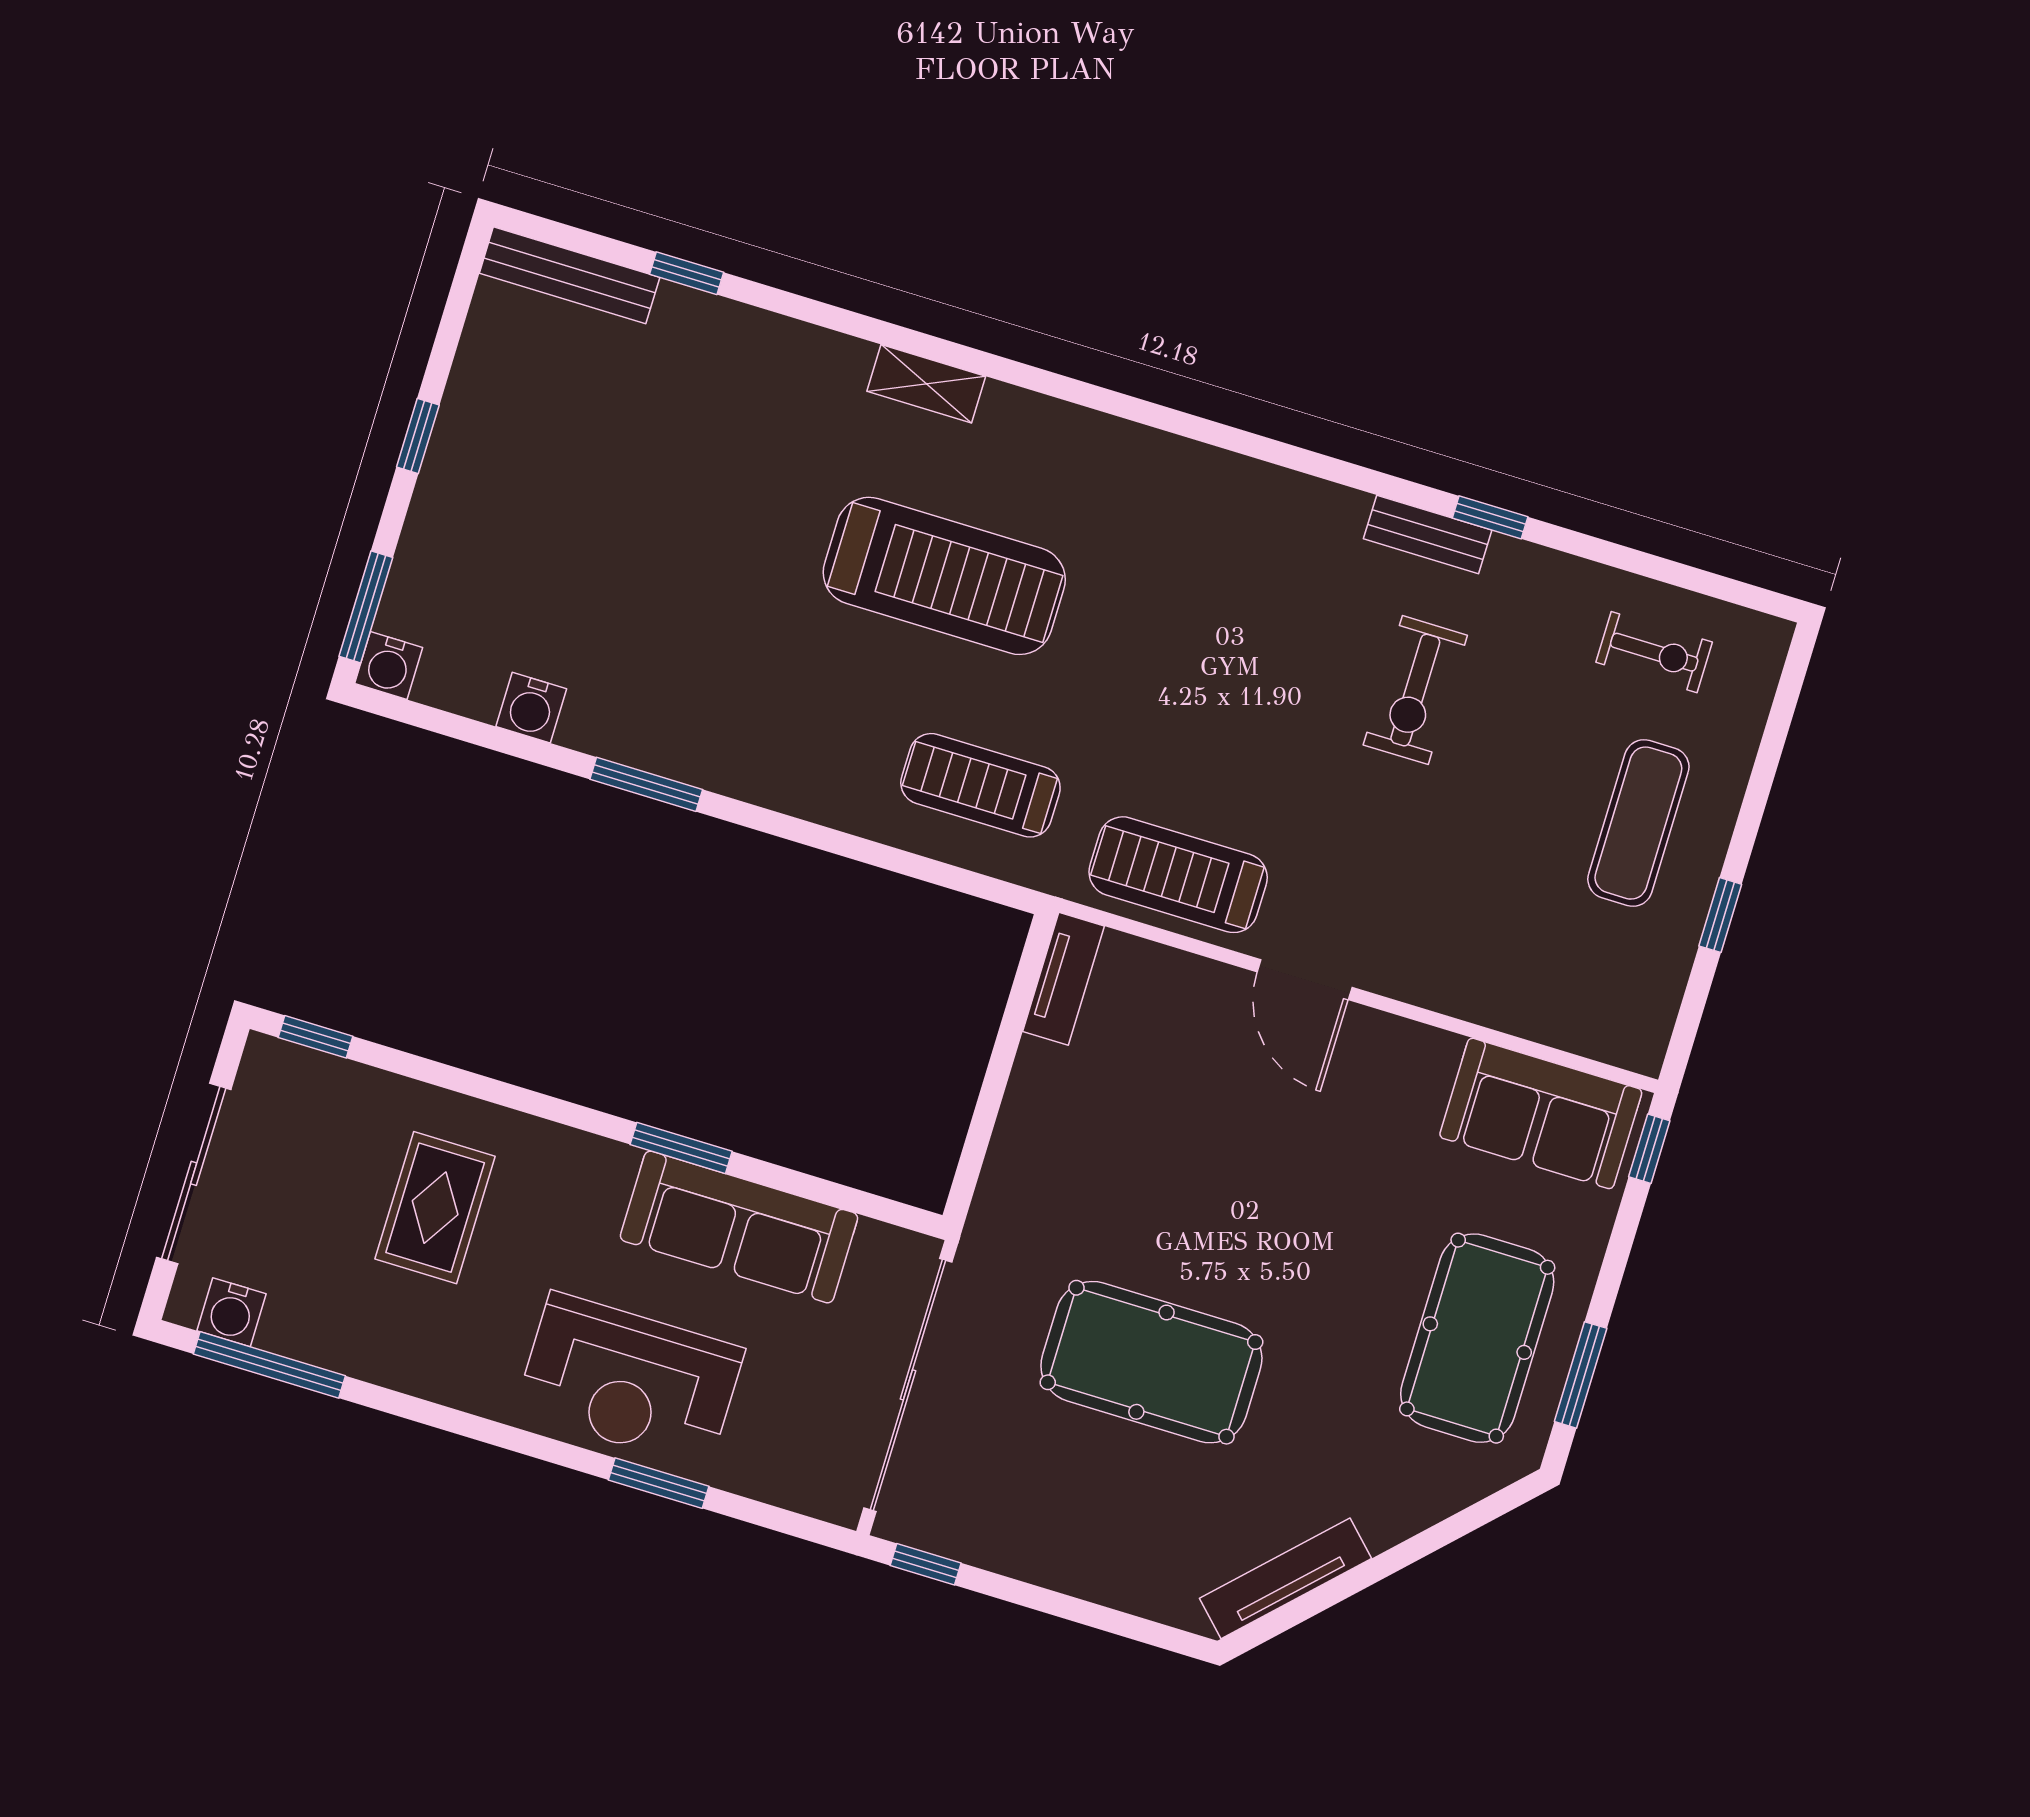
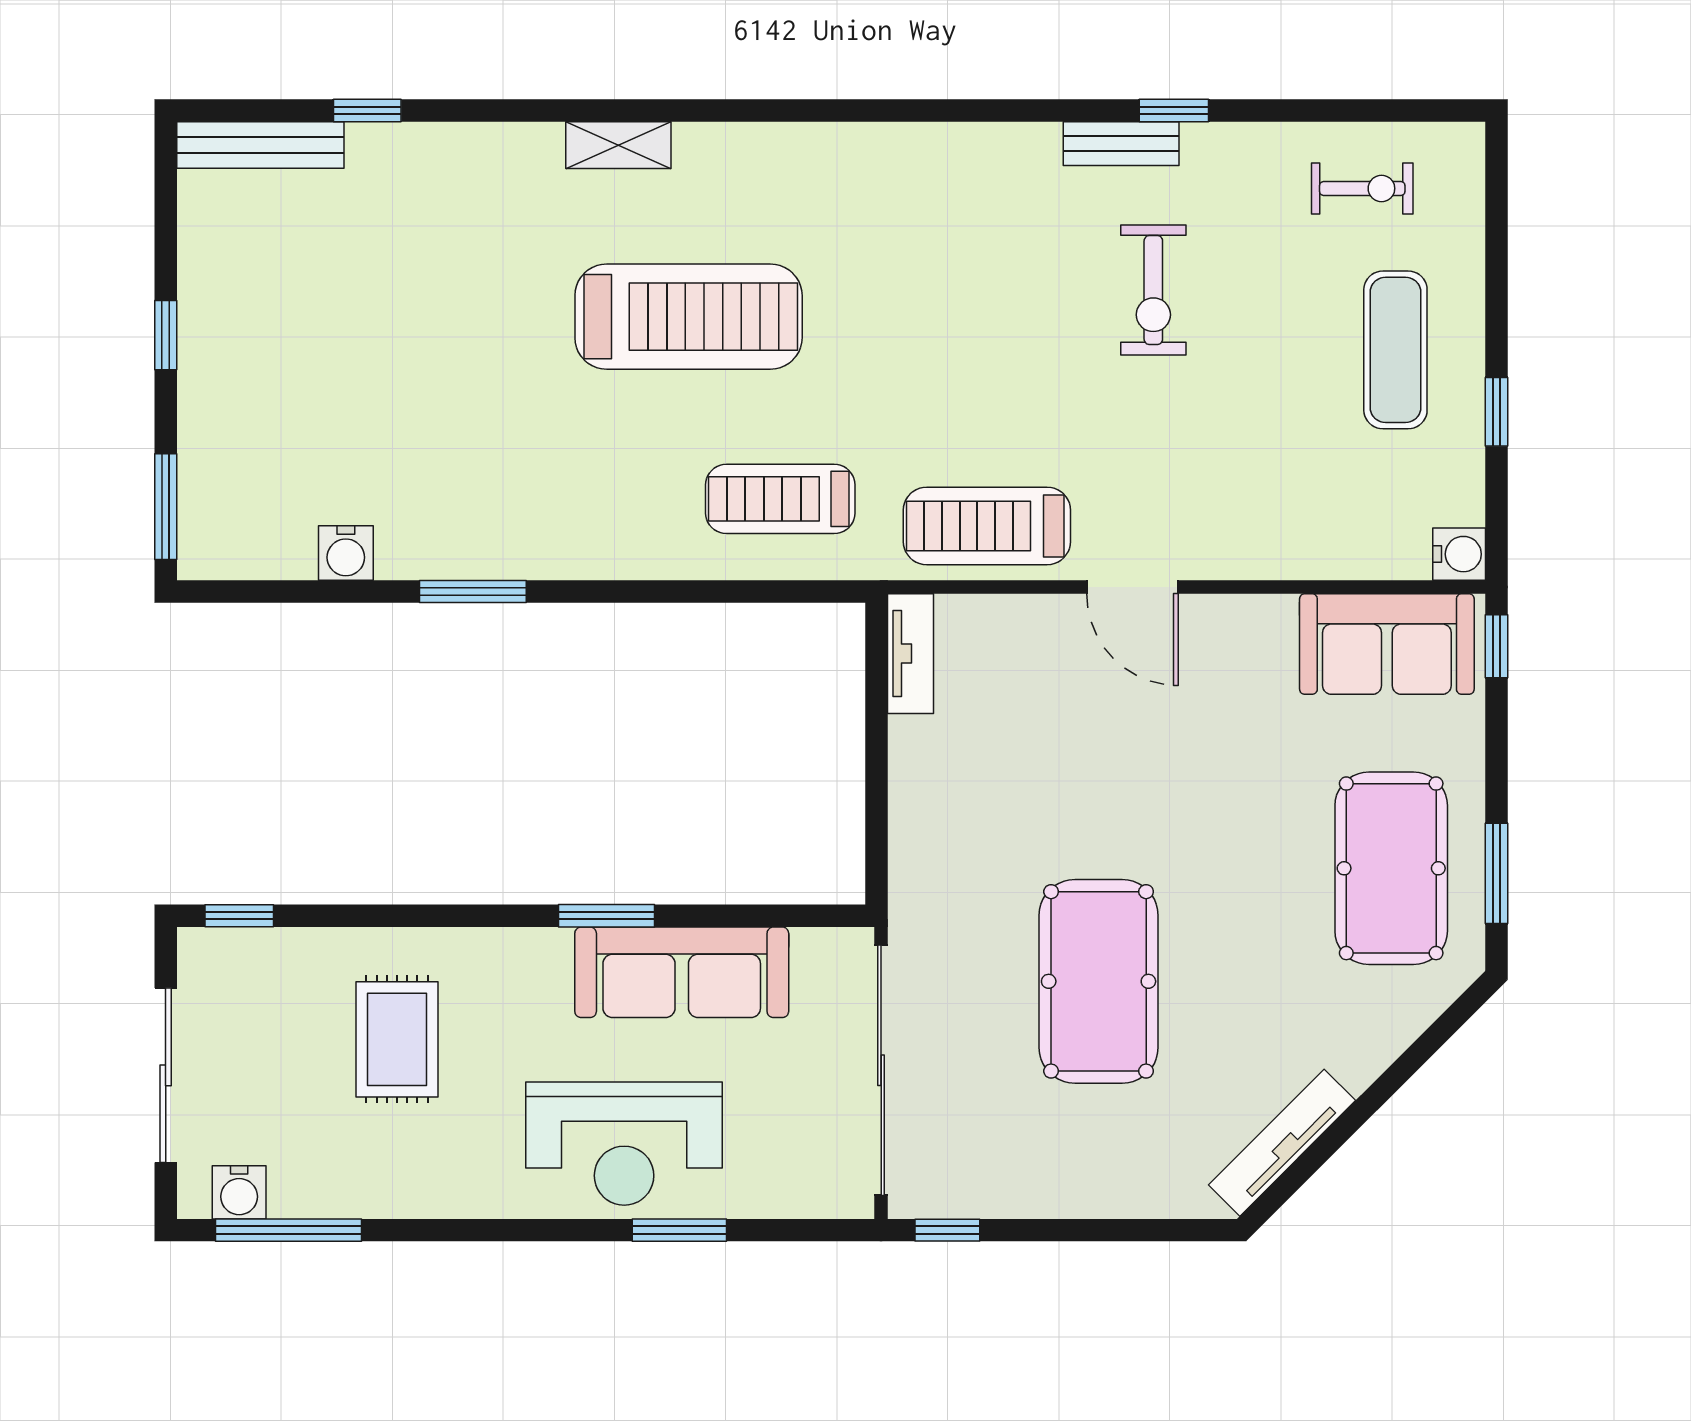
water cooler: (389, 666) -> (1459, 554), moved, turned -90
pool table: (1151, 1362) -> (1099, 981), turned 90

